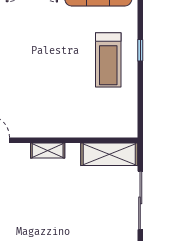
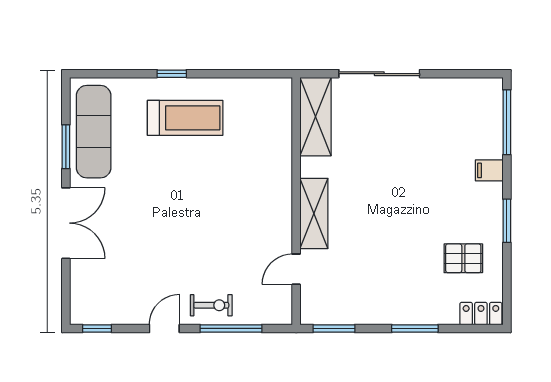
shelving: (48, 151) -> (314, 213), width x1.50, depth x1.33

